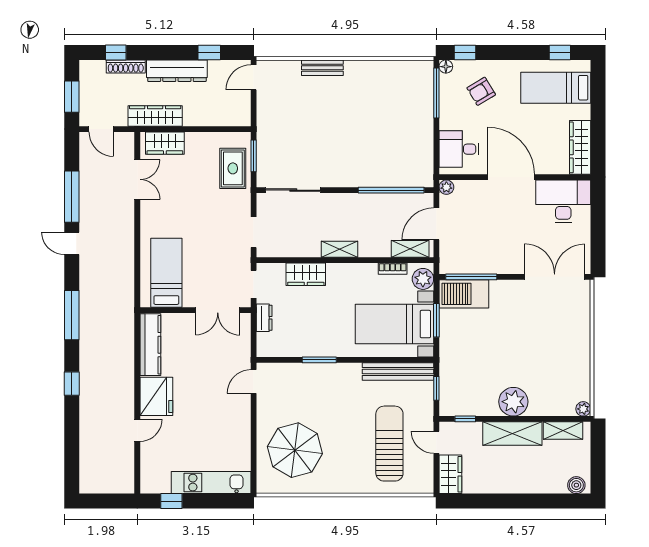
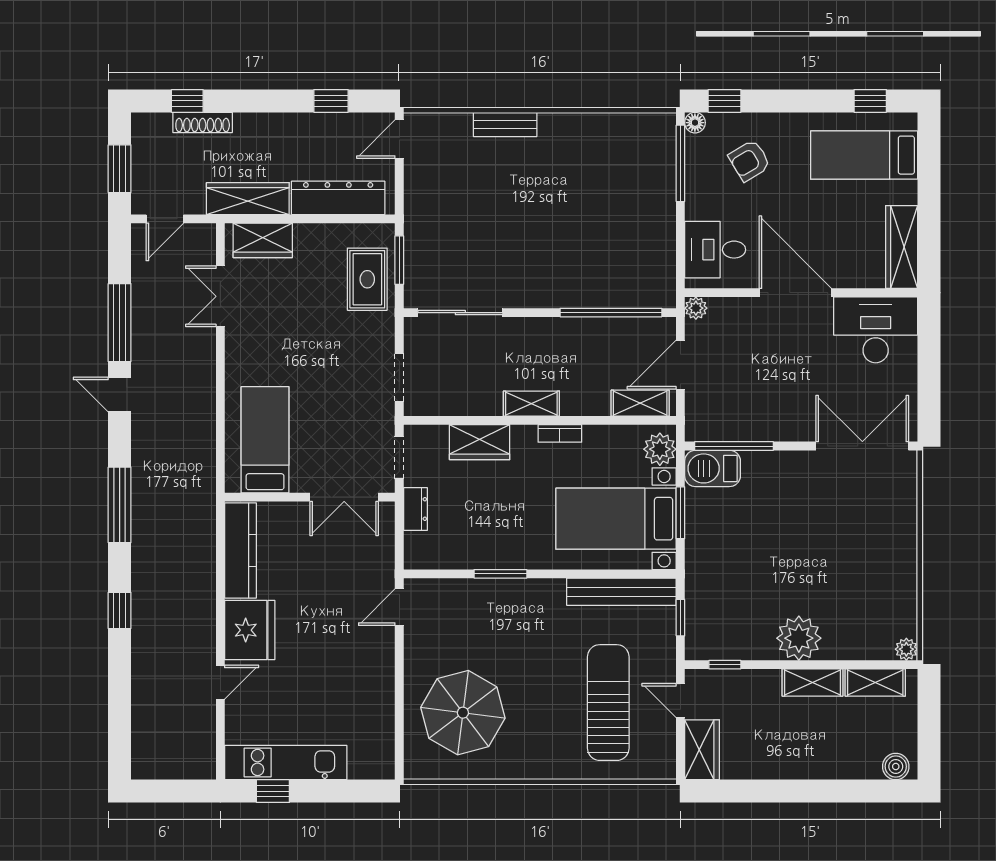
dresser: (177, 71) -> (338, 198), moved, turned 180
door: (101, 129) -> (165, 219), hinge flipped
double door: (137, 179) -> (220, 296), swing flipped
bookcase: (393, 269) -> (560, 433), moved
barbecue: (464, 294) -> (713, 468), width x0.73, depth x0.83
shelving: (512, 434) -> (813, 683), width x0.67, depth x0.75
kitchen unit: (211, 483) -> (286, 762), moved

